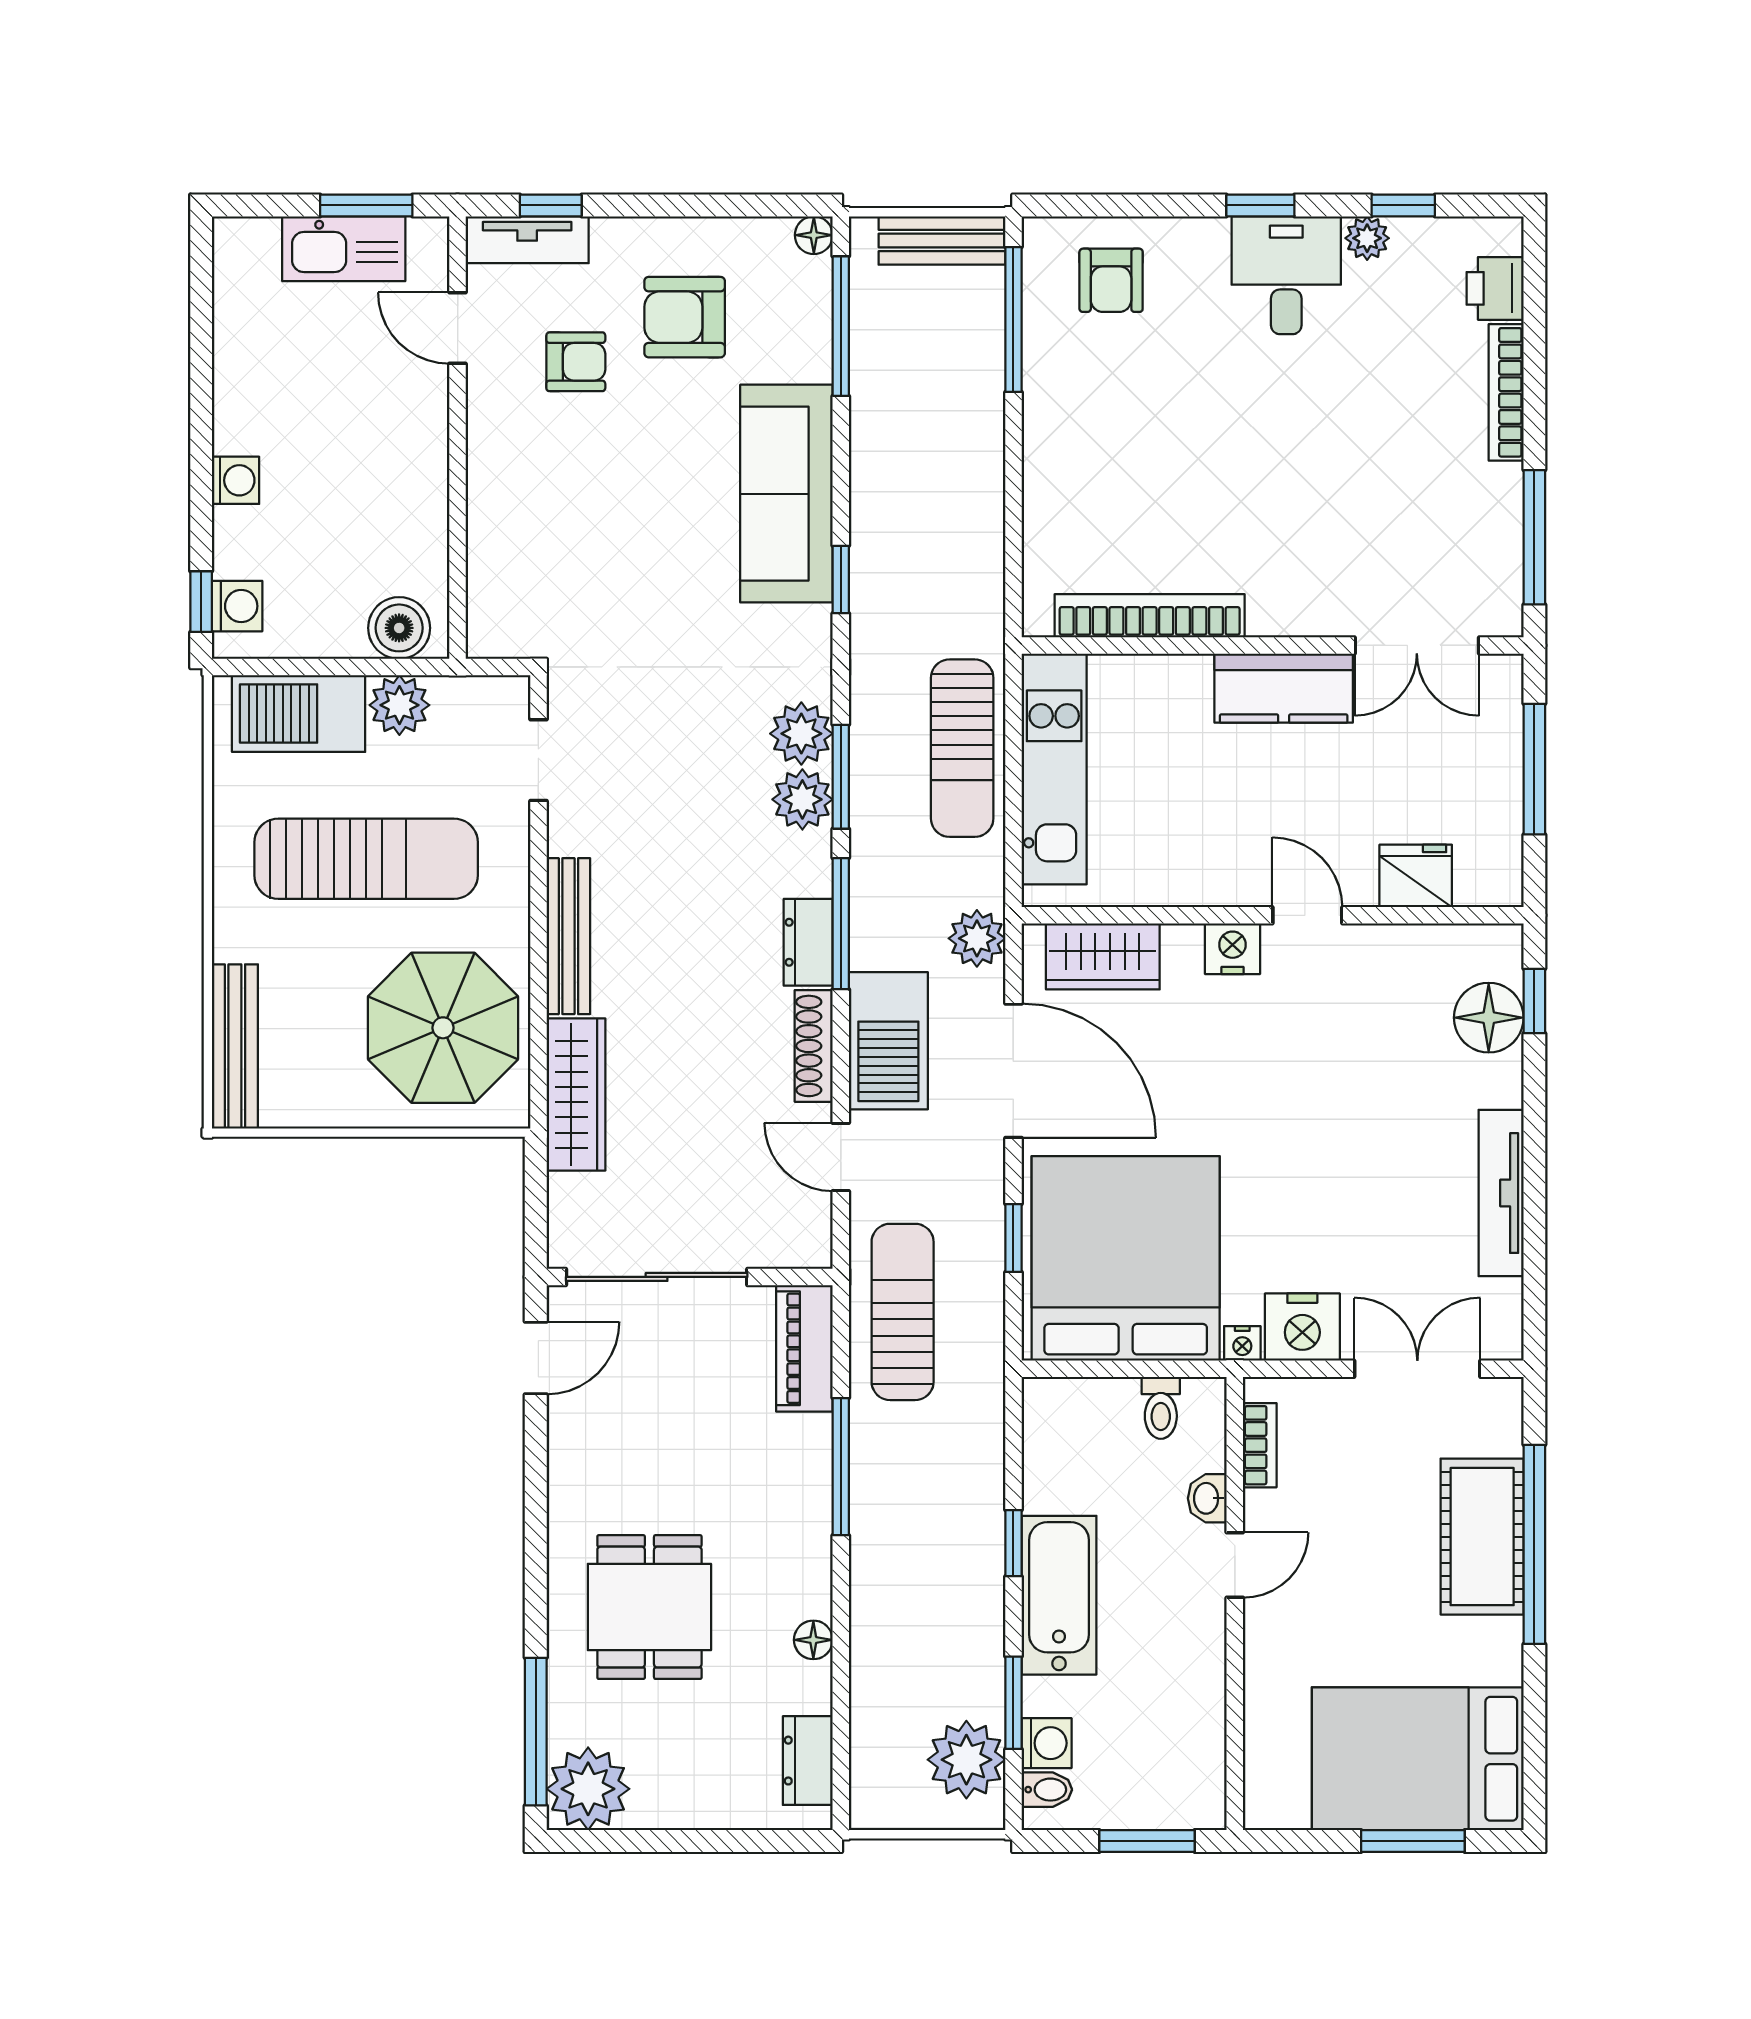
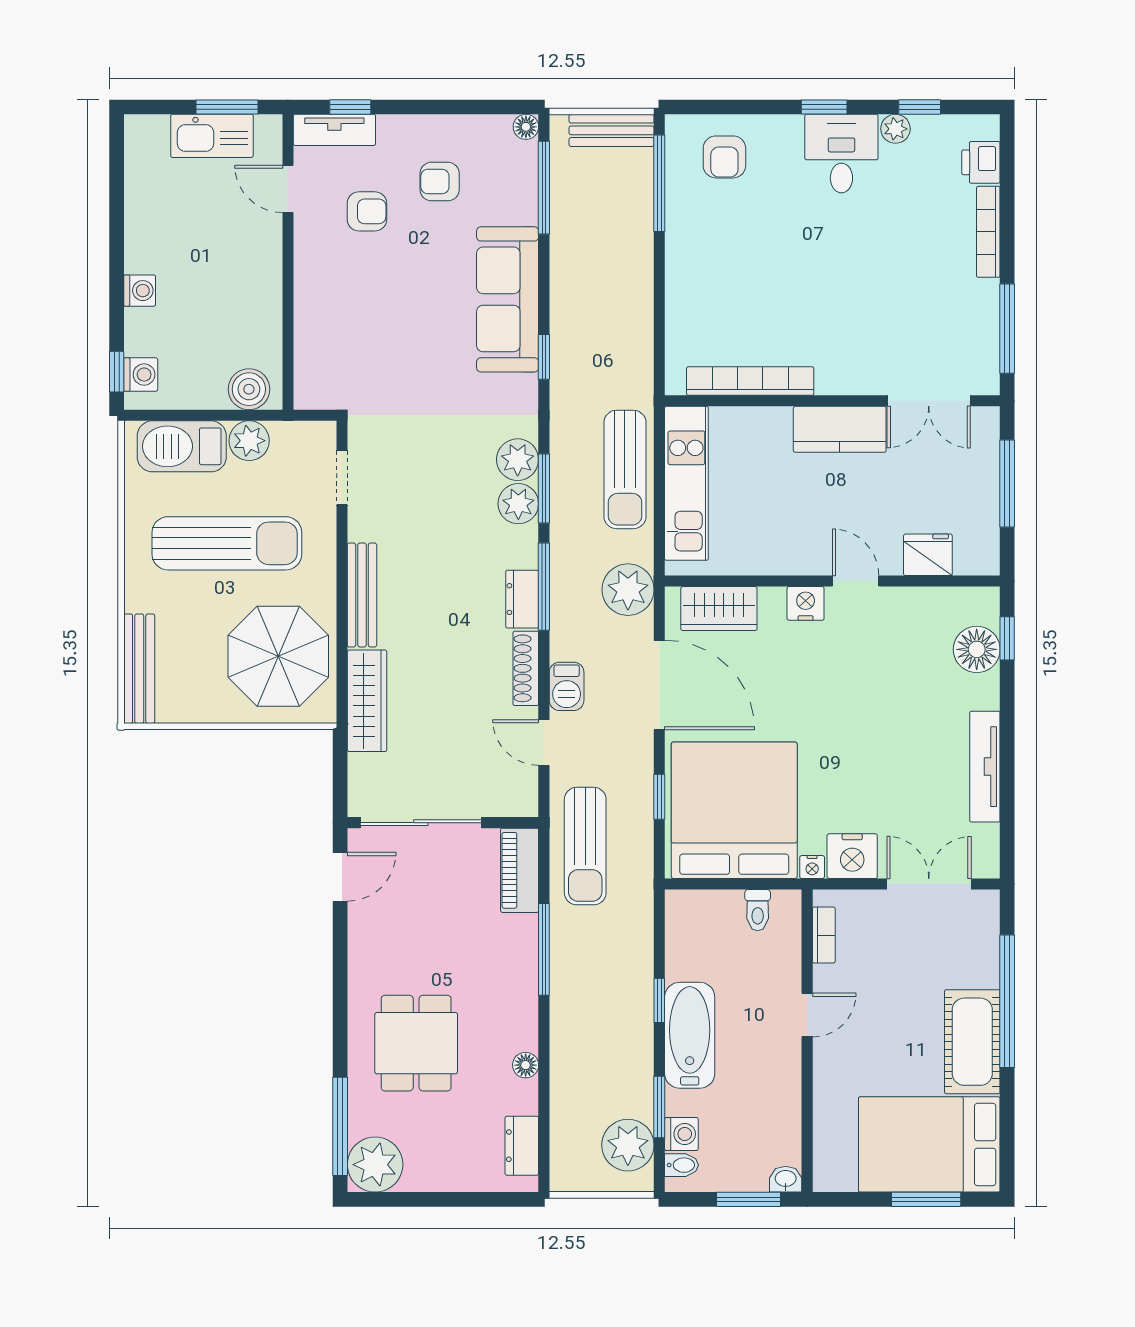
armchair: (685, 317) -> (440, 182), width x0.72, depth x0.72
plant: (977, 938) -> (628, 590), width x1.36, depth x1.36
barbecue: (888, 1041) -> (567, 686), width x0.53, depth x0.65
sun lounger: (903, 1312) -> (585, 846), turned 180
washbasin: (1207, 1498) -> (786, 1179), moved, turned 90
cot: (1482, 1537) -> (972, 1042), moved

